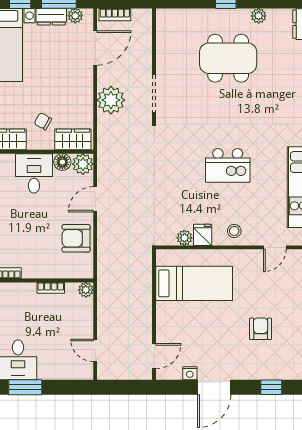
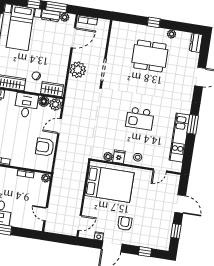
bed: (194, 283) -> (109, 184), width x1.50
armchair: (261, 329) -> (125, 223), moved

